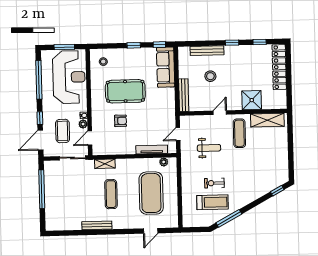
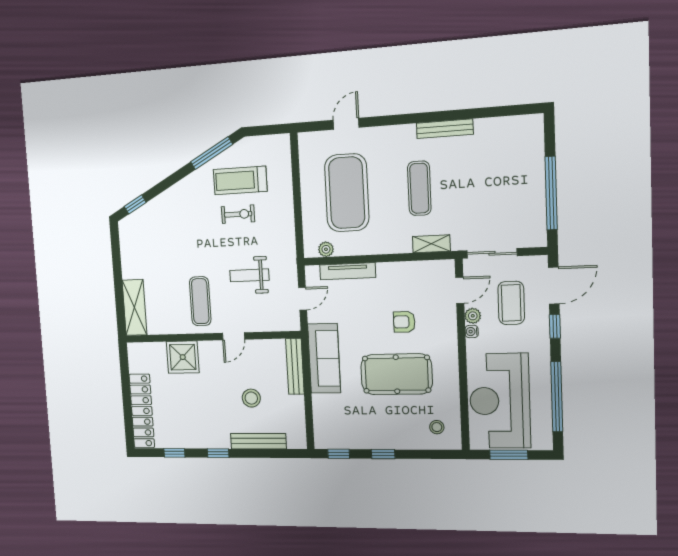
sofa: (166, 67) -> (324, 358), moved
shelving: (267, 120) -> (135, 307), moved, turned 90

